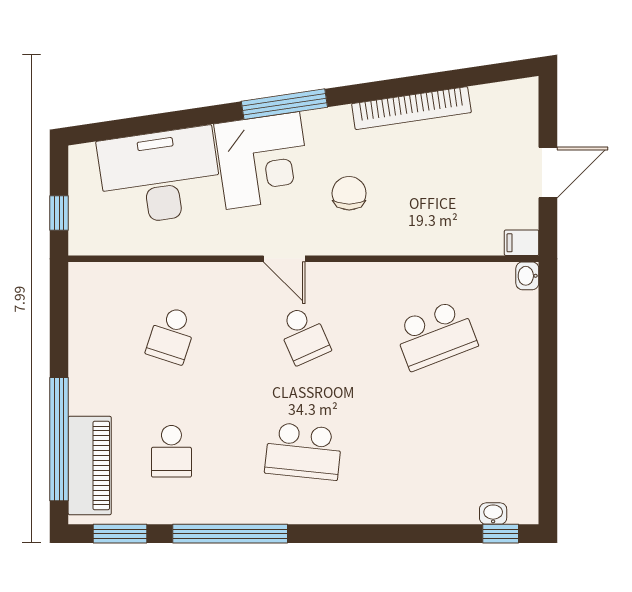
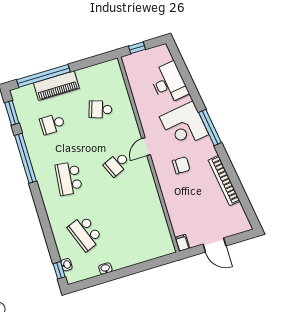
desk: (160, 176) -> (169, 83), width x0.73, depth x0.77
washbasin: (527, 276) -> (105, 268), moved
school desk: (436, 335) -> (85, 233), moved
piano: (90, 466) -> (56, 86), moved

